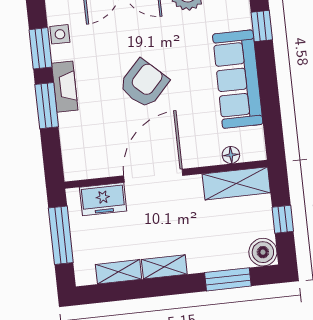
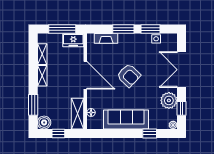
fireplace: (65, 87) -> (106, 38), moved
freezer: (103, 199) -> (73, 40), moved, turned -90

